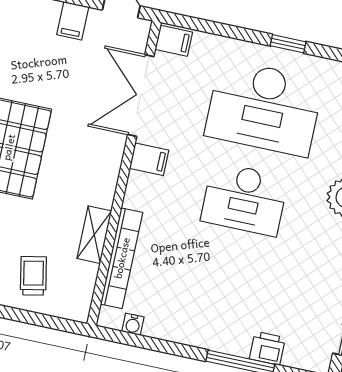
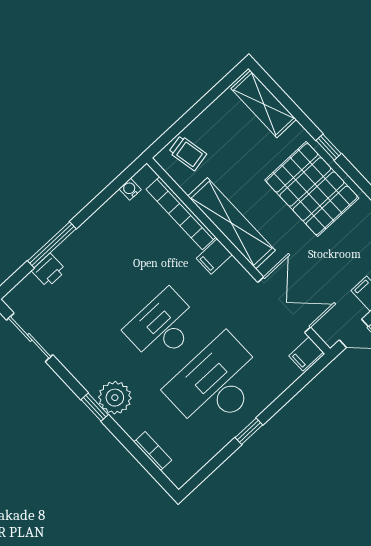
filing cabinet: (149, 159) -> (214, 256), moved
shelving: (94, 235) -> (232, 223), width x2.20, depth x1.33
trolley: (33, 276) -> (188, 153), moved

